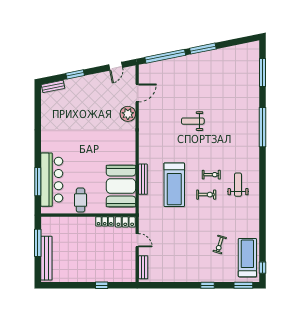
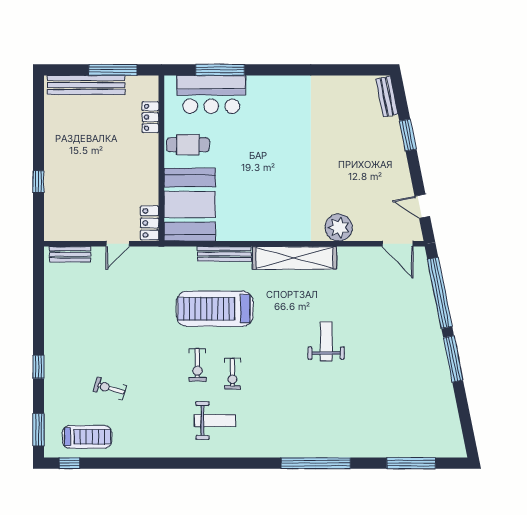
door: (137, 93) -> (397, 244), moved
shelving: (145, 139) -> (294, 258), added
bar counter: (52, 180) -> (211, 94), width x0.73
booth: (121, 186) -> (190, 205), moved, turned 90
locker: (105, 221) -> (150, 117), moved
treadmill: (247, 258) -> (87, 437), width x0.73, depth x0.73

